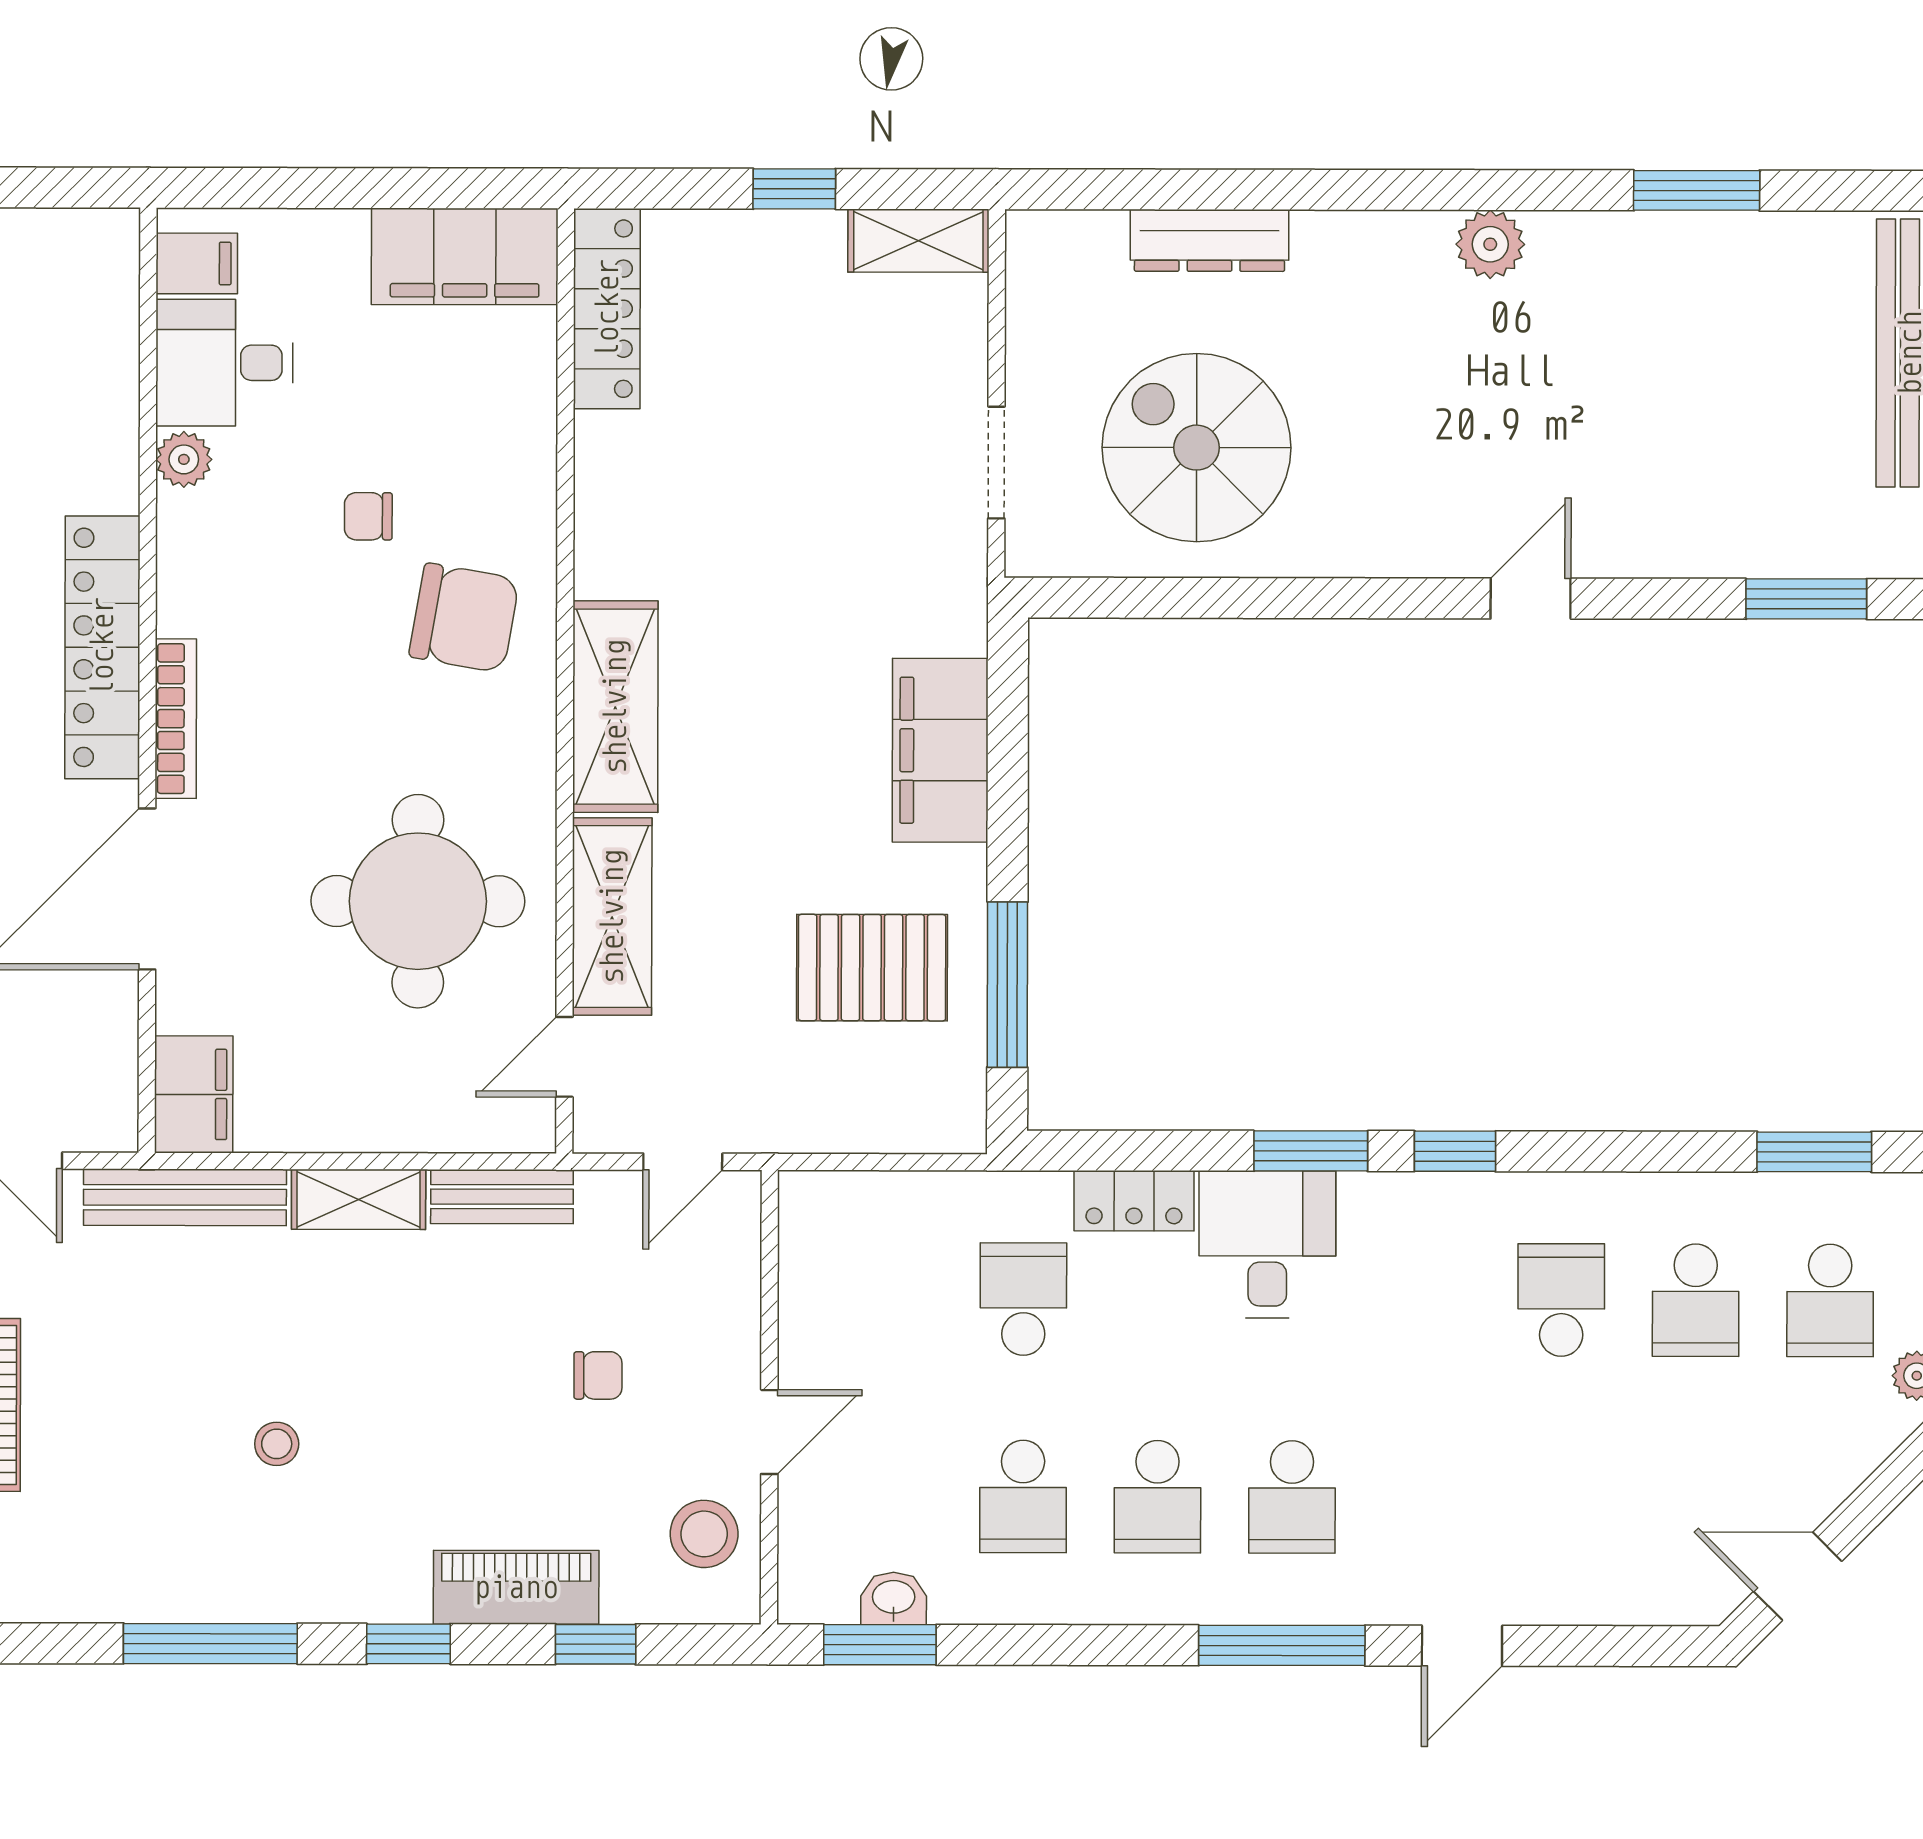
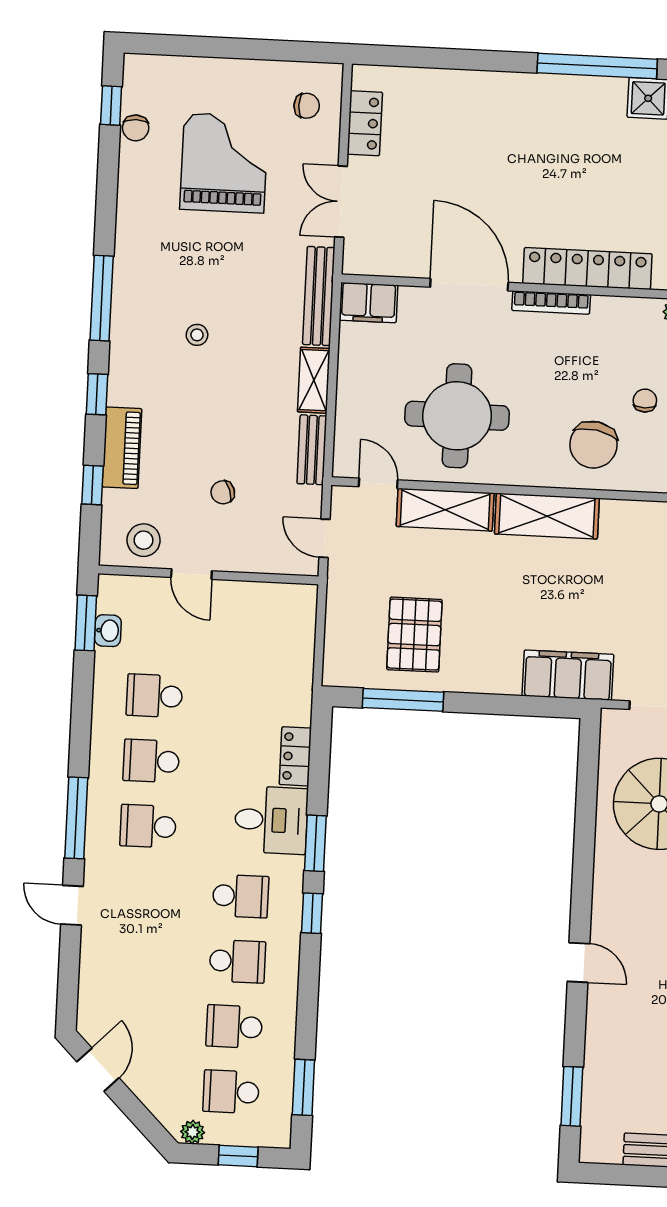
filing cabinet: (940, 750) -> (568, 675), moved
school desk: (1023, 1299) -> (241, 896), moved
chair: (598, 1375) -> (223, 492), turned 71

